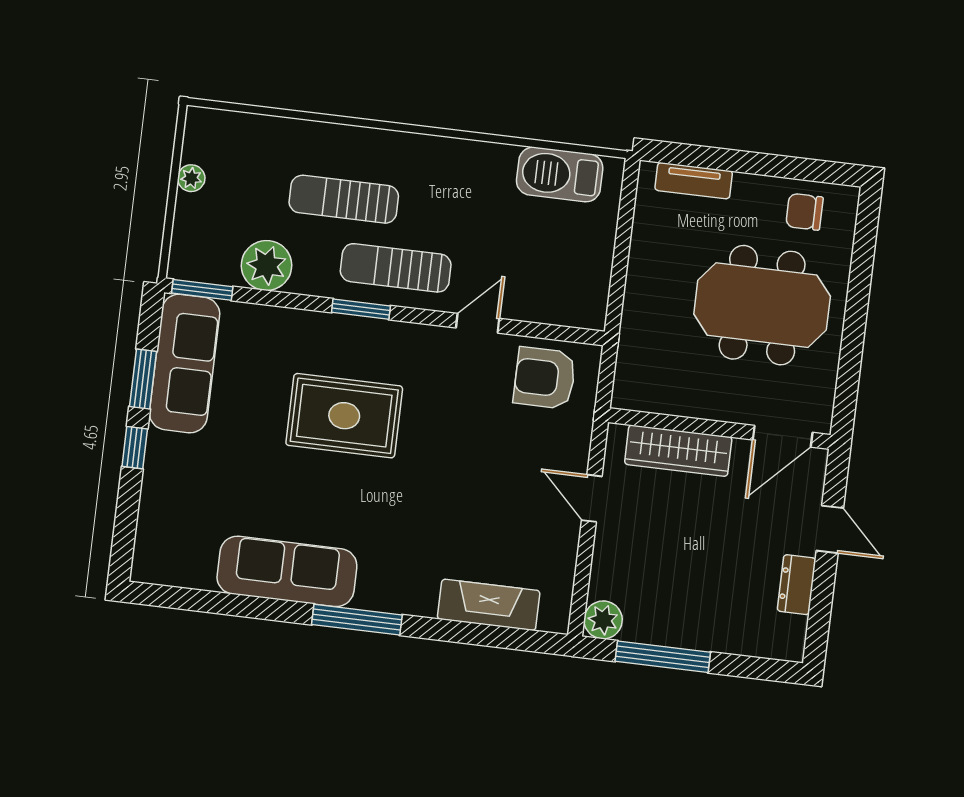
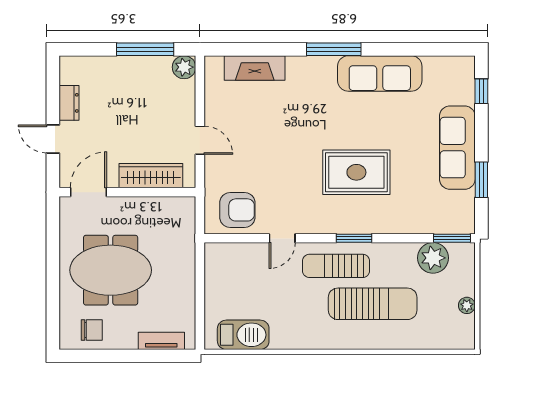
sun lounger: (344, 199) -> (373, 304), width x1.36, depth x1.34
plant: (267, 265) -> (433, 258), moved
sun lounger: (396, 268) -> (336, 266), turned 180
sofa: (185, 364) -> (457, 148), moved
window: (135, 448) -> (481, 91), moved

